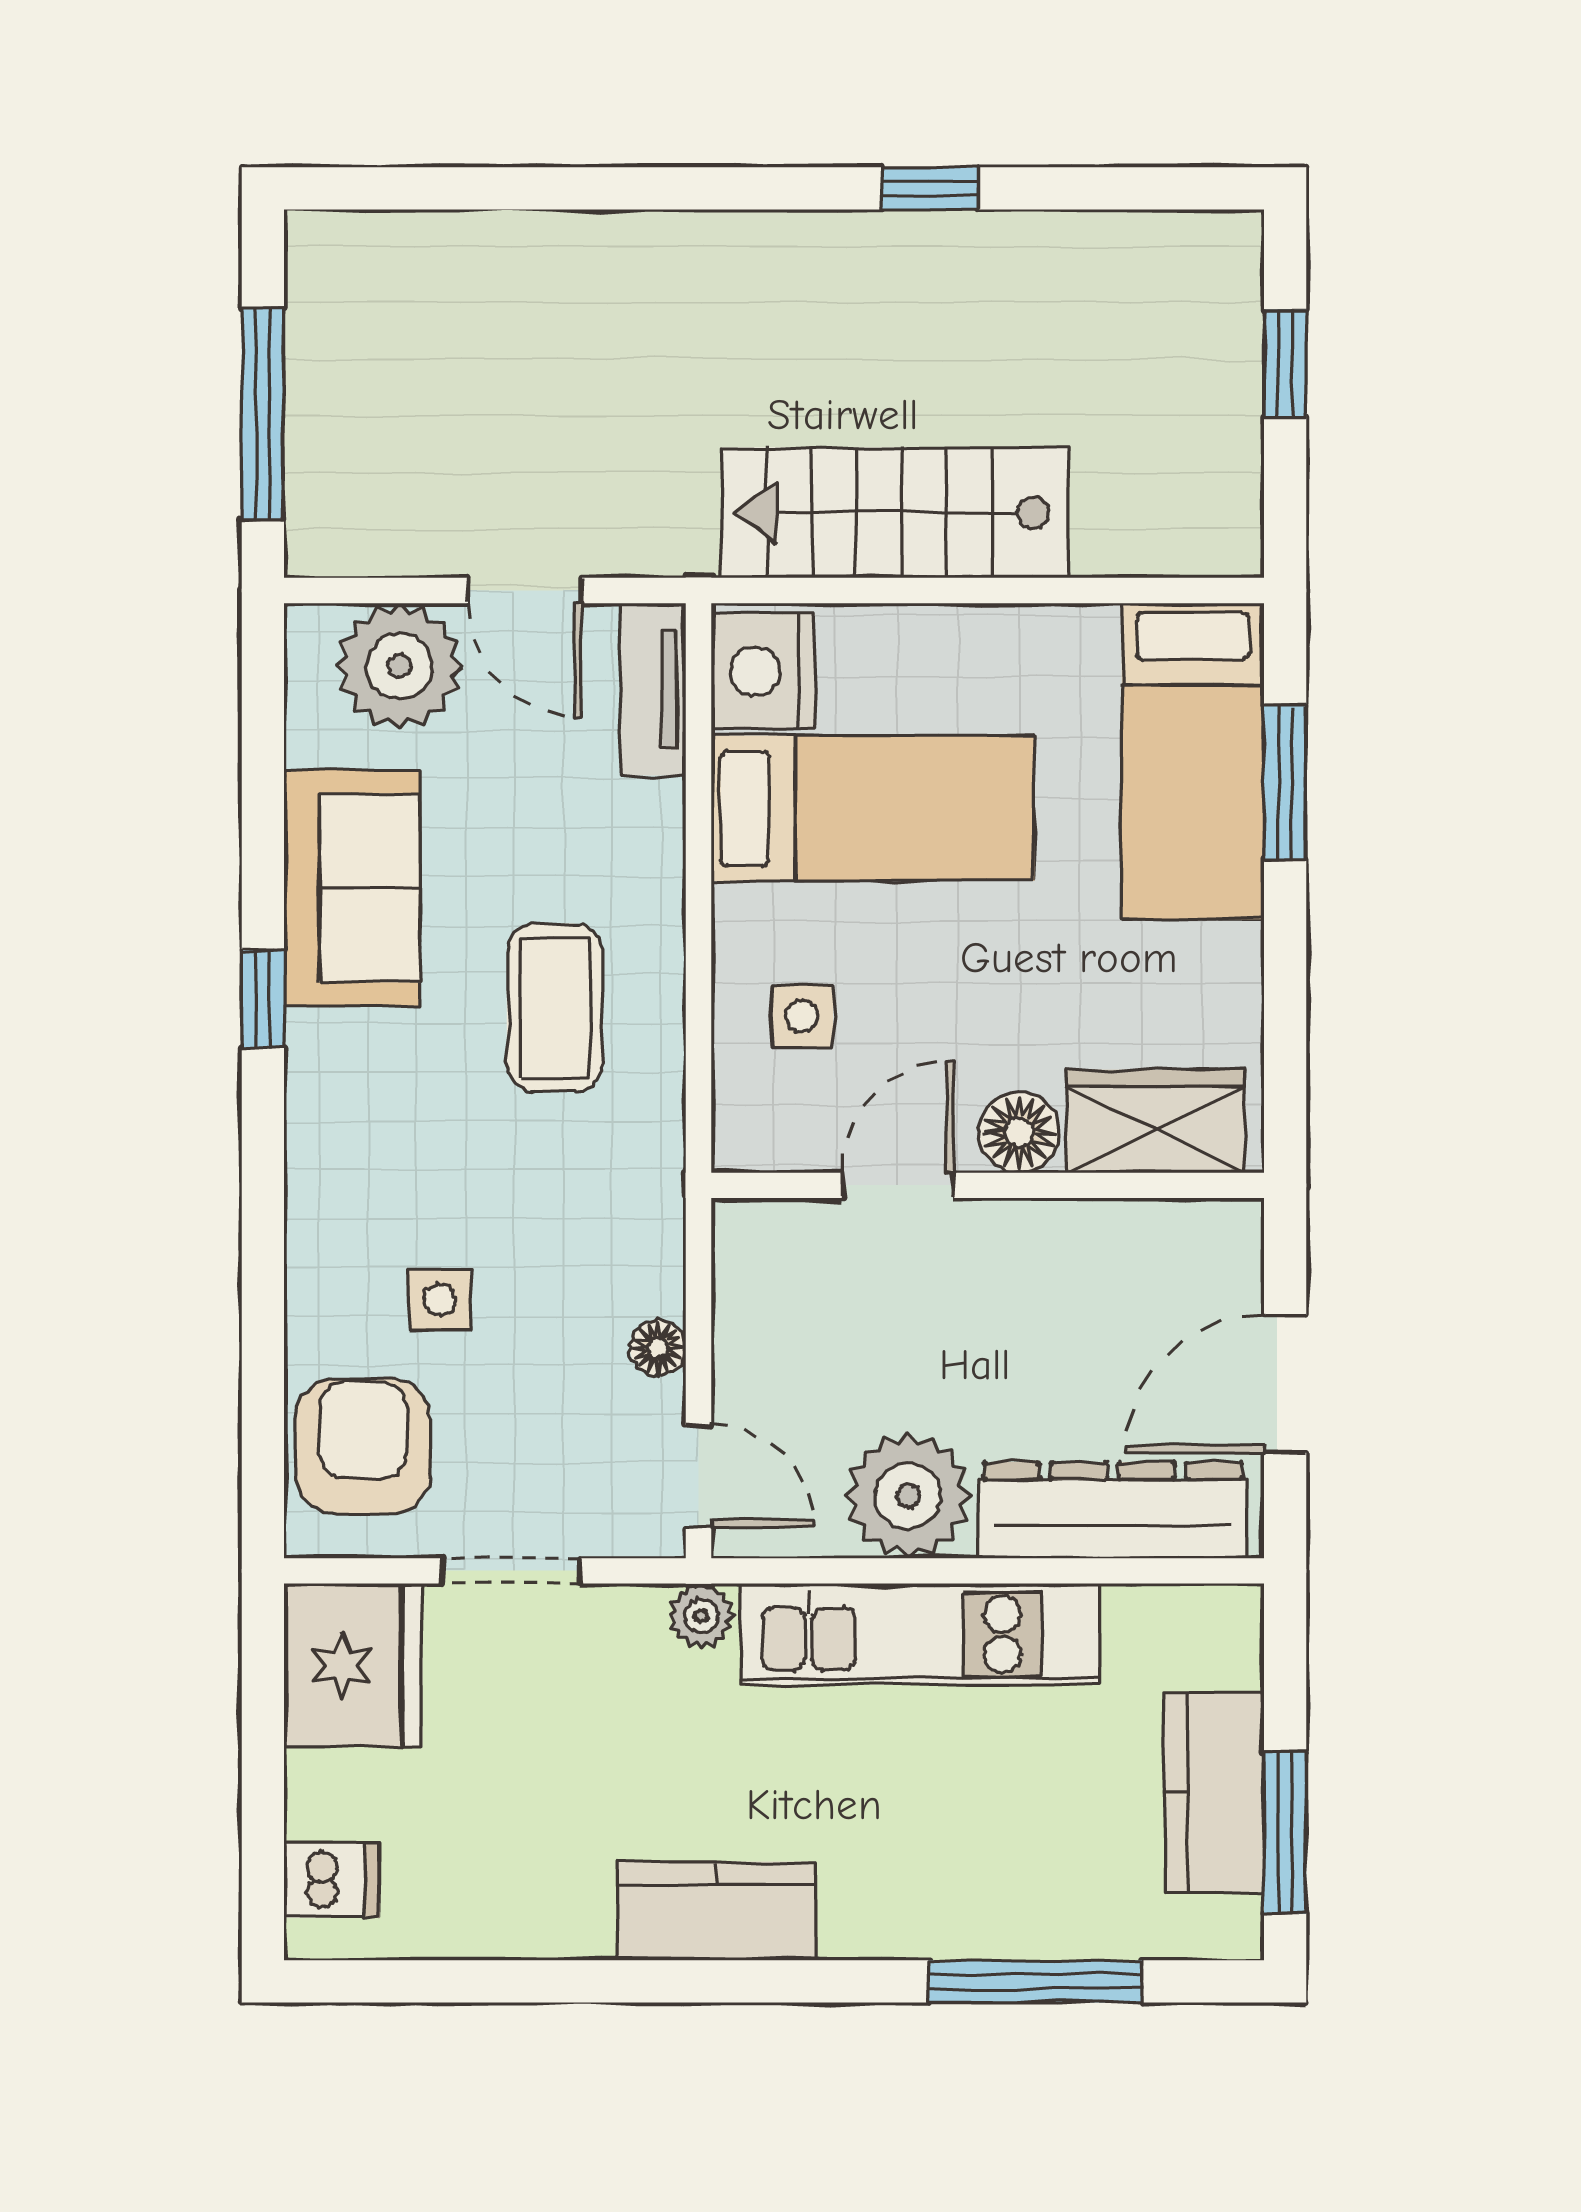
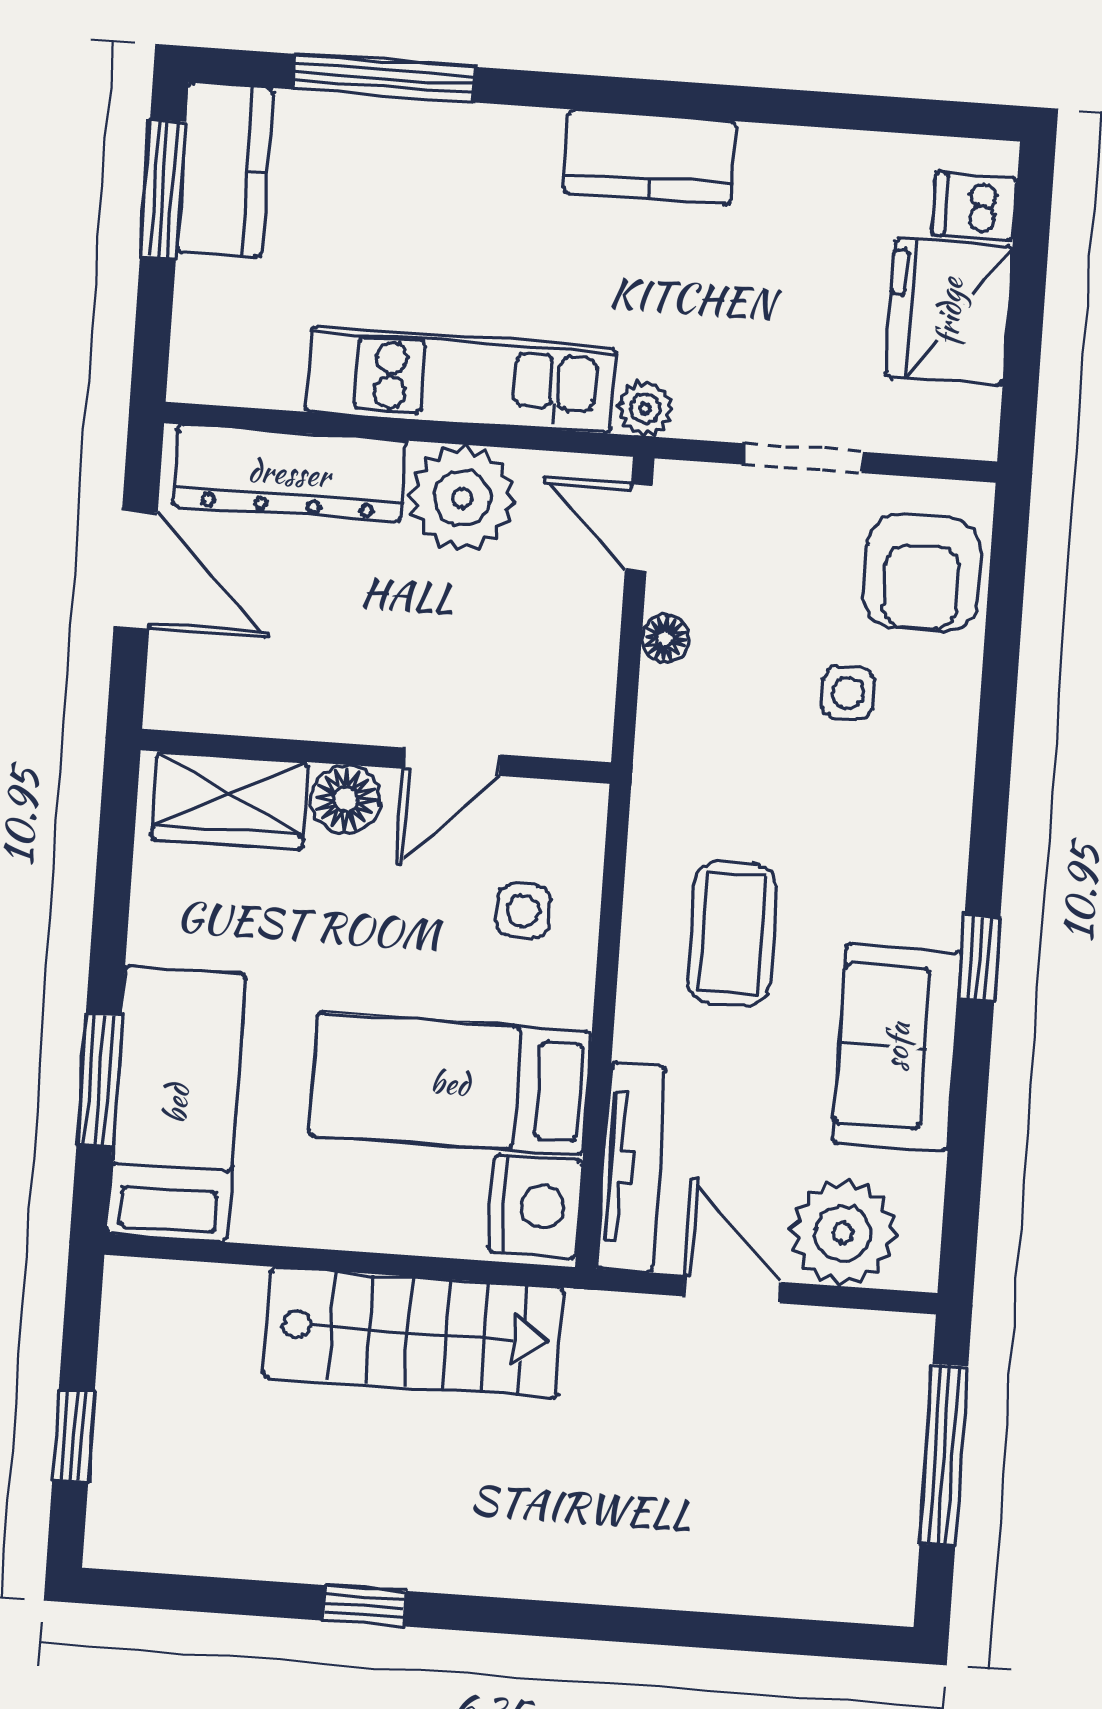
tv unit: (653, 689) -> (632, 1168), width x1.41
door: (1285, 1384) -> (136, 570), hinge flipped
fridge: (353, 1665) -> (949, 312), moved
kitchen counter: (1214, 1793) -> (225, 170), moved

